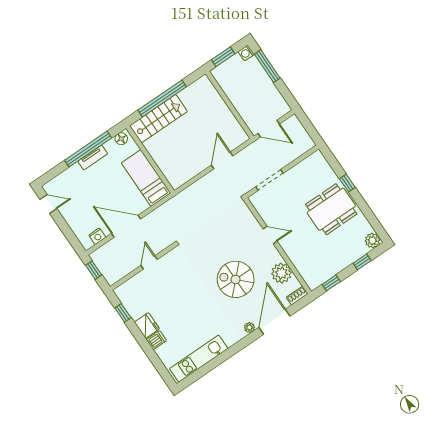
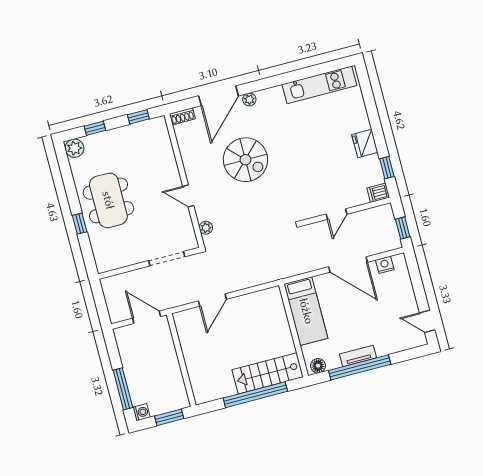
dining table: (331, 209) -> (108, 200), turned 90
plant: (281, 273) -> (206, 228), moved, width x0.53, depth x0.53
dishwasher: (156, 340) -> (378, 193), moved

